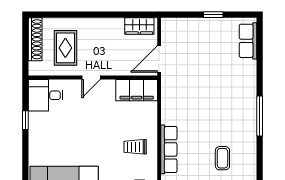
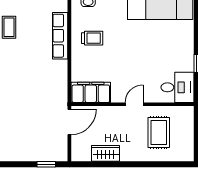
window: (213, 15) -> (46, 164), moved
wardrobe: (139, 26) -> (106, 153), moved
shoe rack: (35, 39) -> (188, 141), removed

